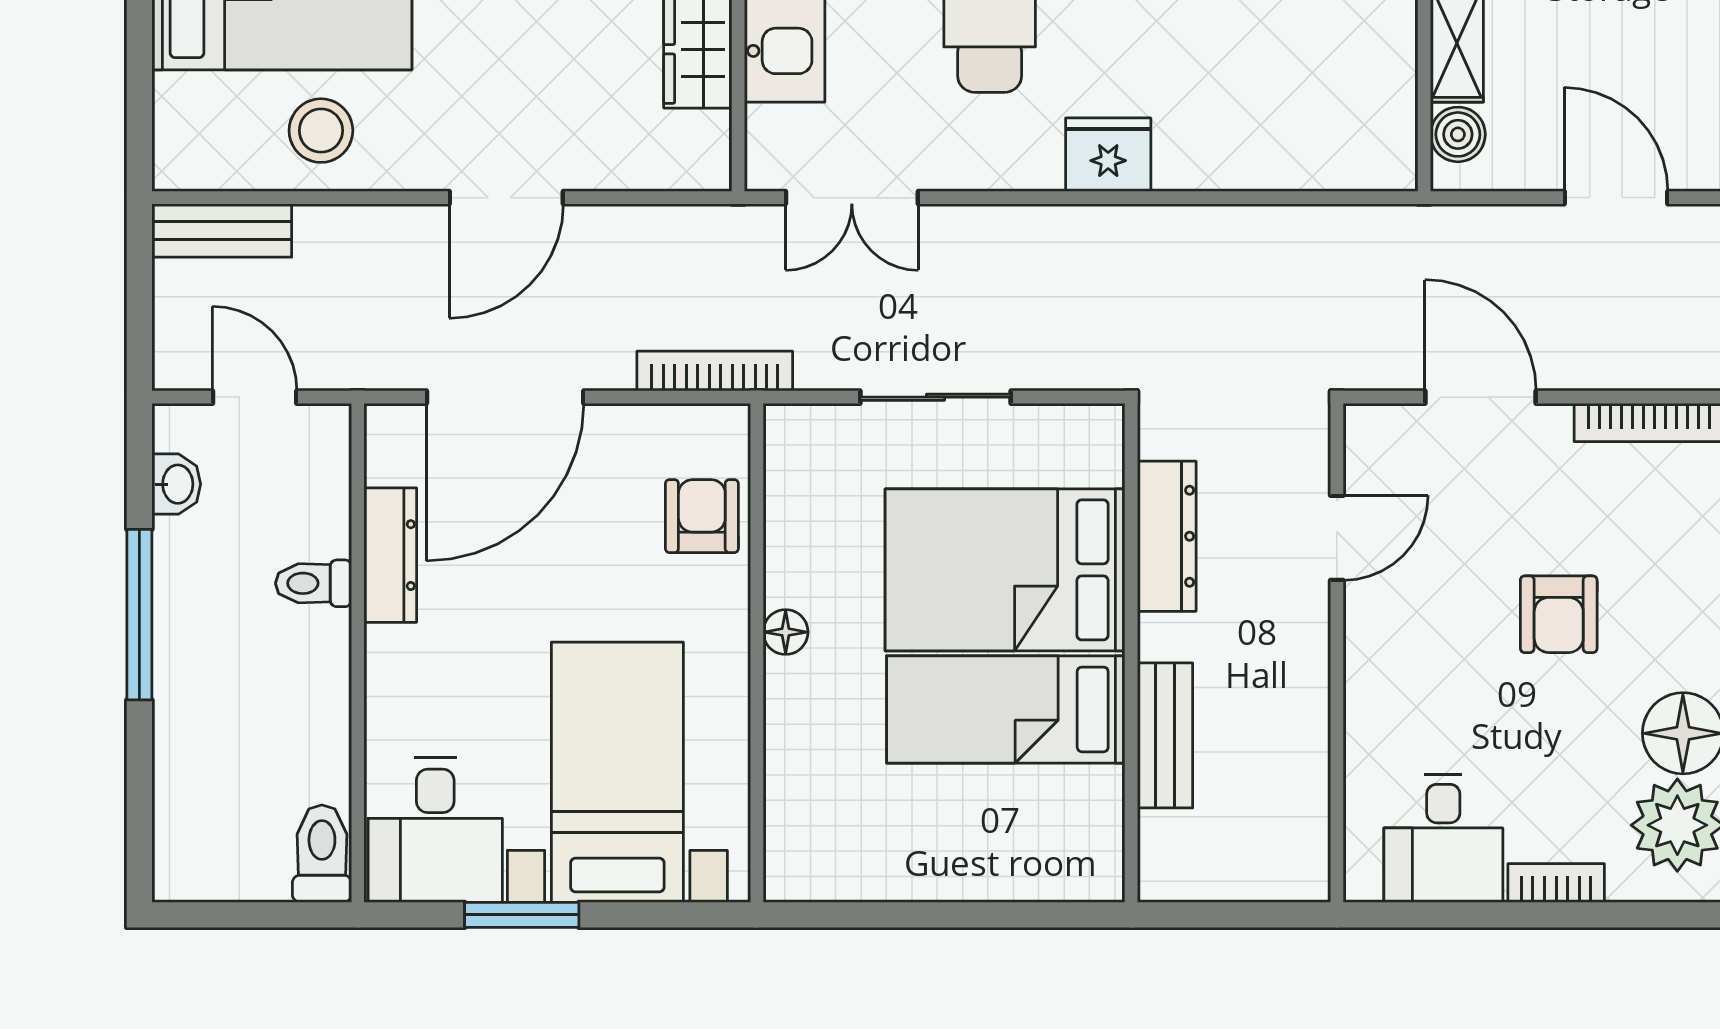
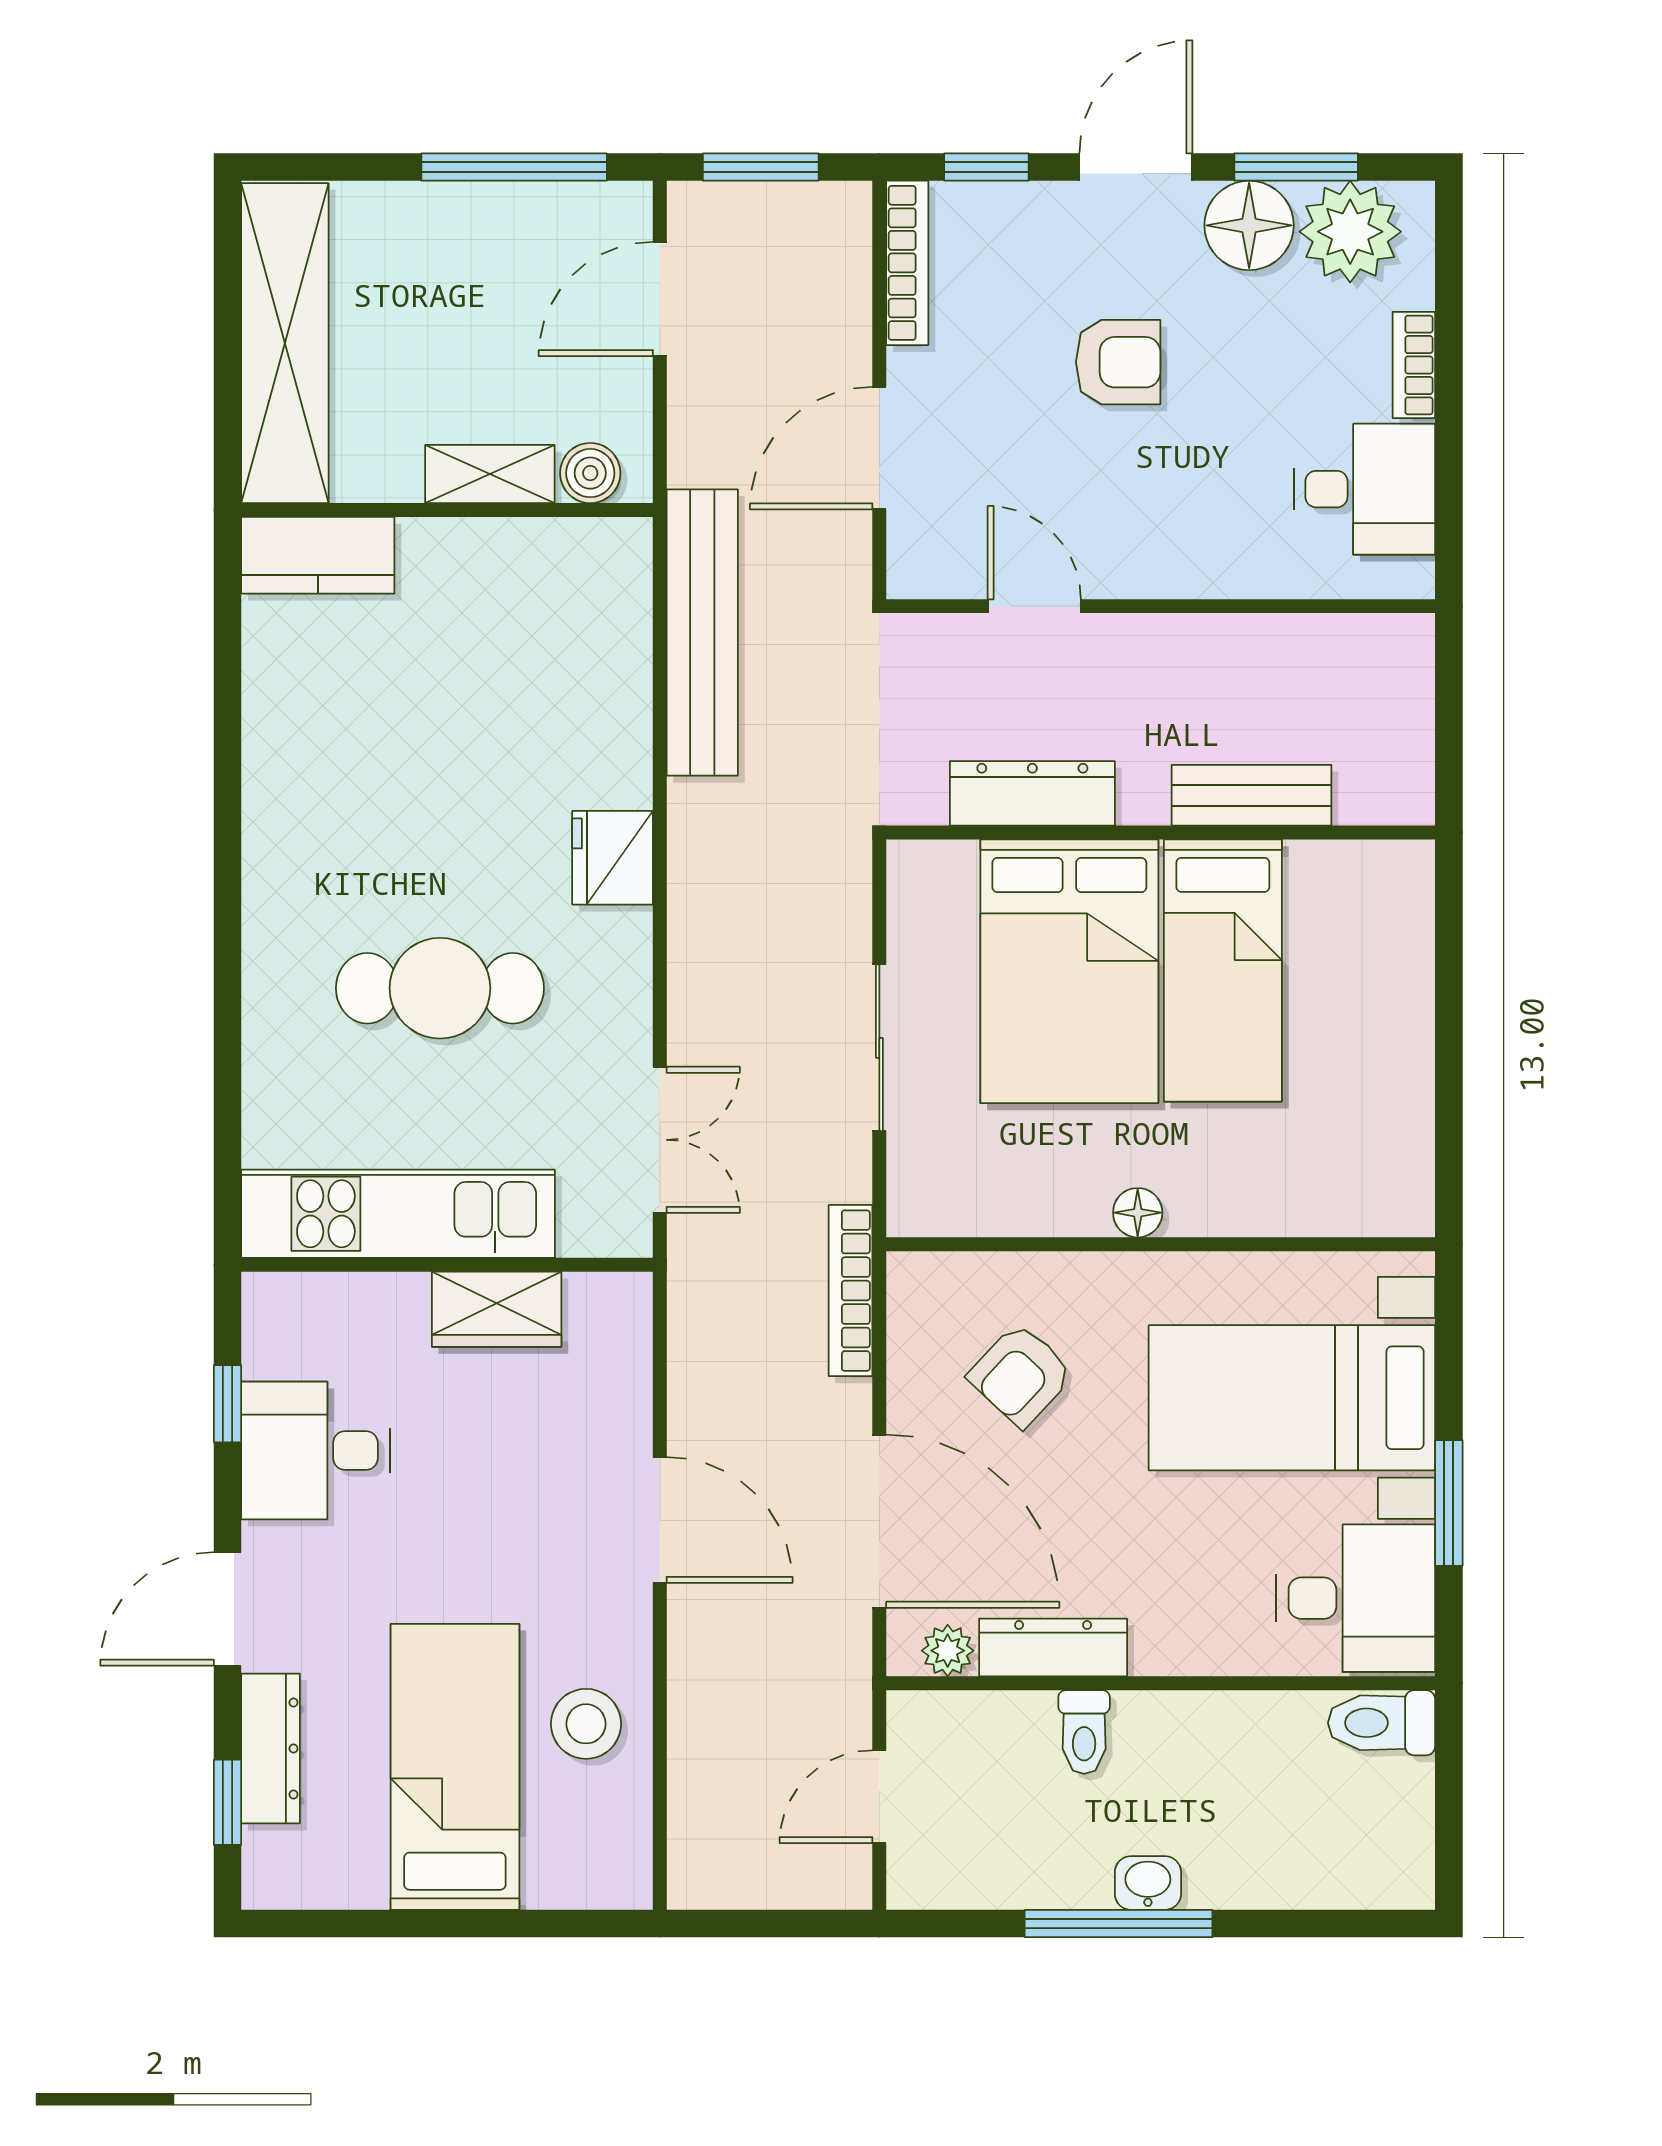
bench: (222, 230) -> (702, 632), moved, width x1.86, depth x1.21
plant: (388, 459) -> (948, 1651), added
washbasin: (176, 484) -> (1148, 1883), moved
armchair: (702, 516) -> (1021, 1375), moved, turned -47

